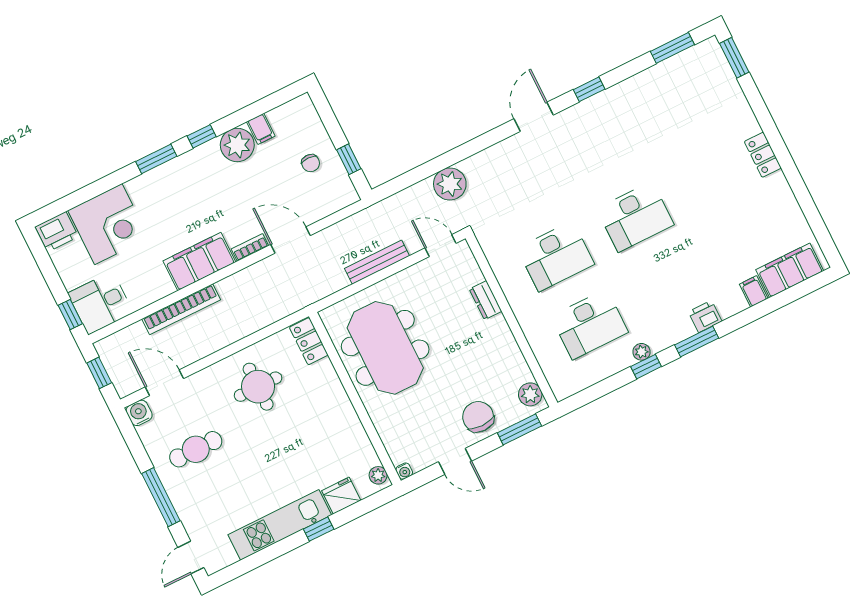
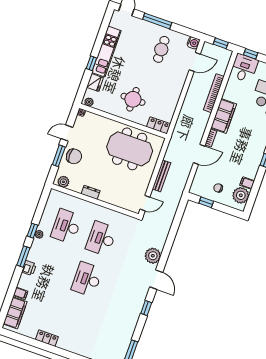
plant: (237, 145) -> (241, 195), moved
locker: (763, 155) -> (47, 338), moved
plant: (450, 184) -> (153, 256), moved
dresser: (486, 300) -> (91, 192), moved
round table: (258, 387) -> (133, 99), moved
window: (519, 429) -> (59, 156), moved

